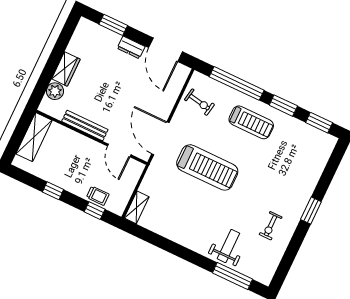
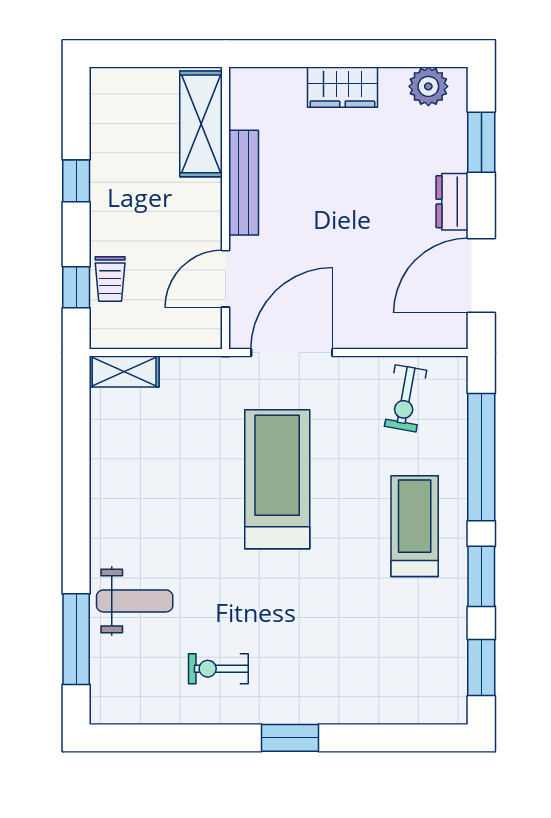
plant: (55, 91) -> (428, 86), moved
treadmill: (251, 122) -> (415, 526), turned 180
shelving: (34, 137) -> (201, 124), moved, turned 90
treadmill: (207, 167) -> (277, 479), turned 180

